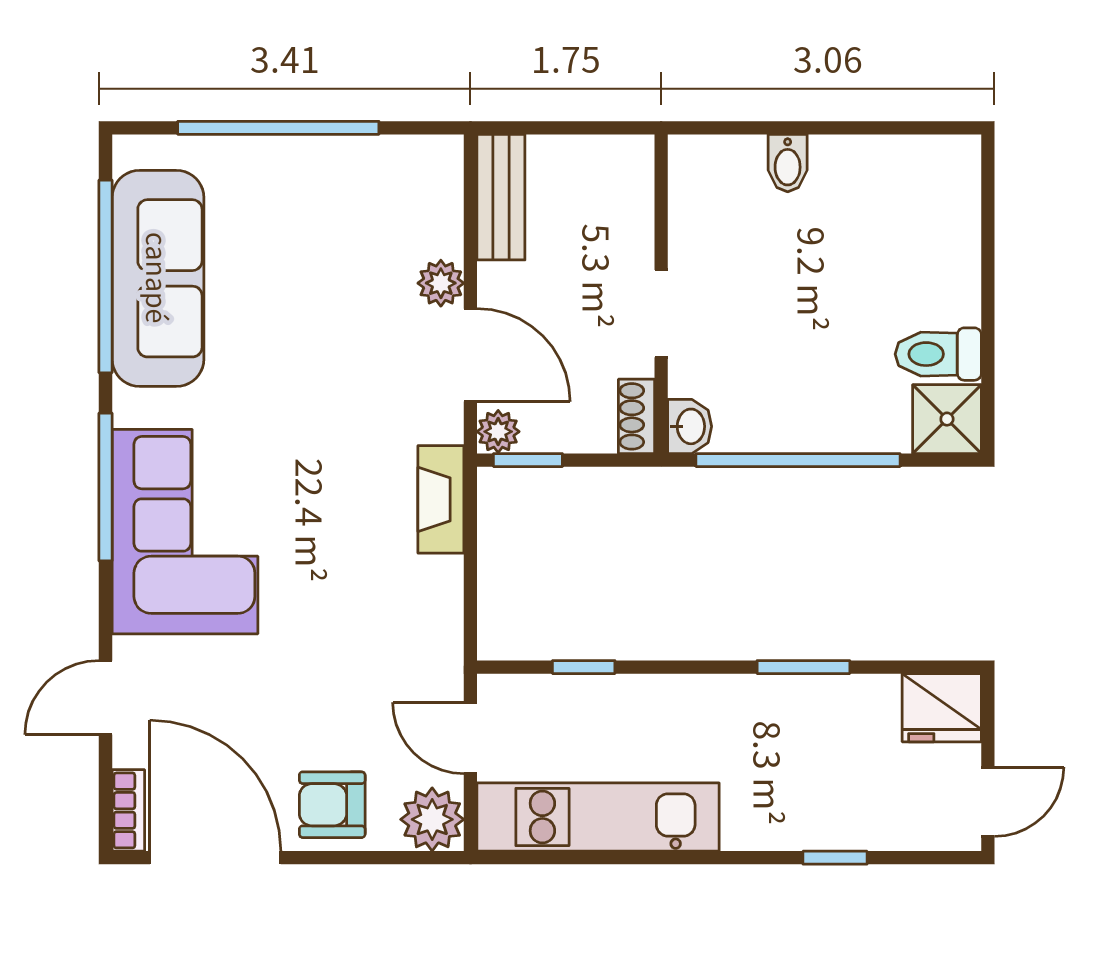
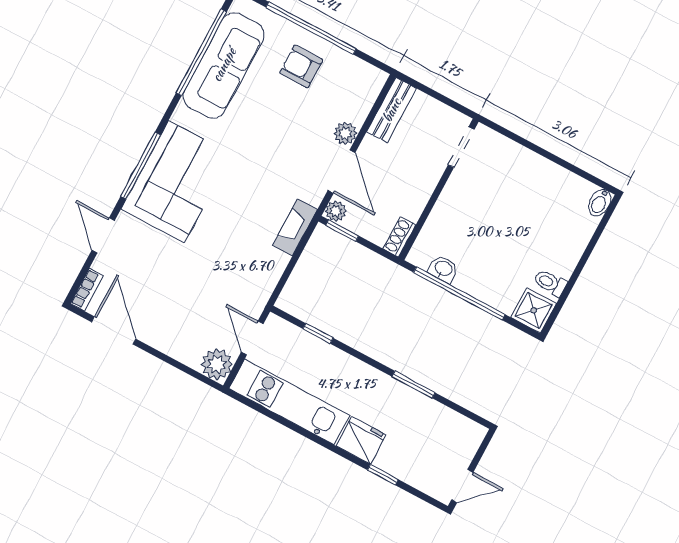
bidet: (788, 163) -> (600, 203), moved
doorway: (661, 314) -> (461, 147), moved
toilet: (938, 354) -> (550, 283), width x0.73, depth x0.72
washbasin: (690, 426) -> (443, 269), moved, turned -90
window: (106, 487) -> (141, 166), moved
door: (106, 698) -> (103, 235), hinge flipped
fridge: (942, 708) -> (361, 440), moved, turned 180
armchair: (332, 805) -> (301, 66), moved
door: (215, 858) -> (114, 330), width x0.73

